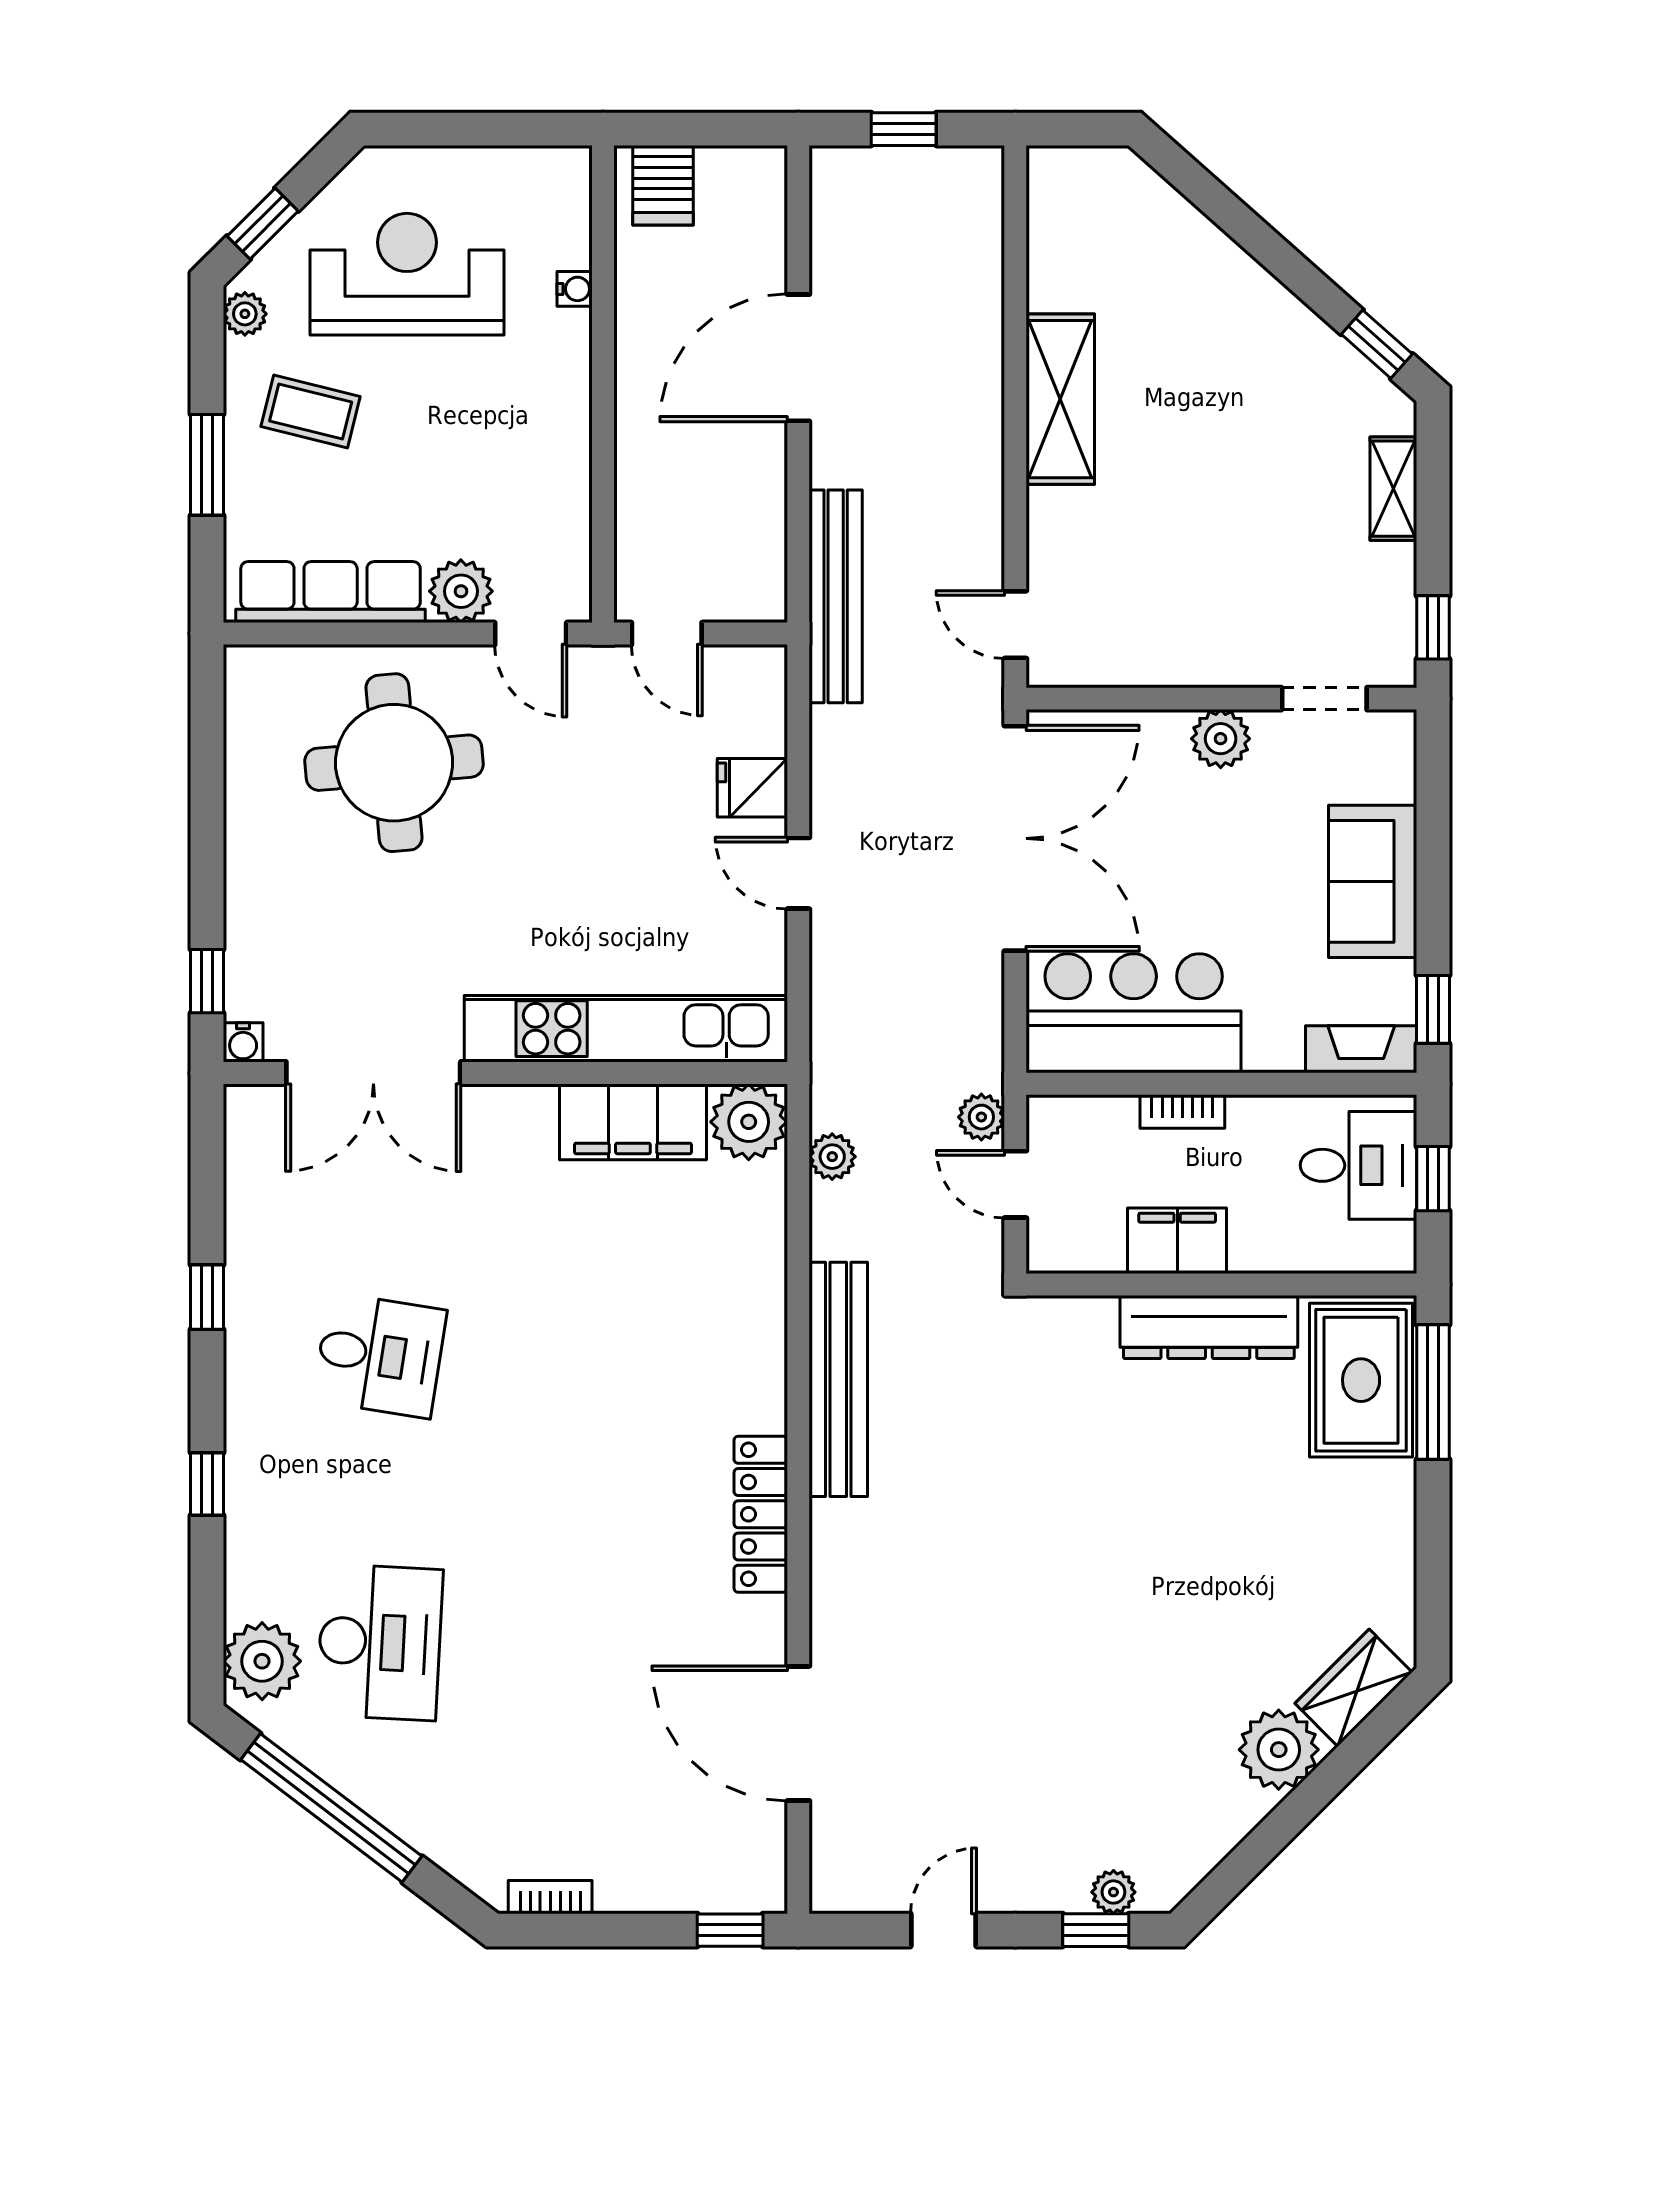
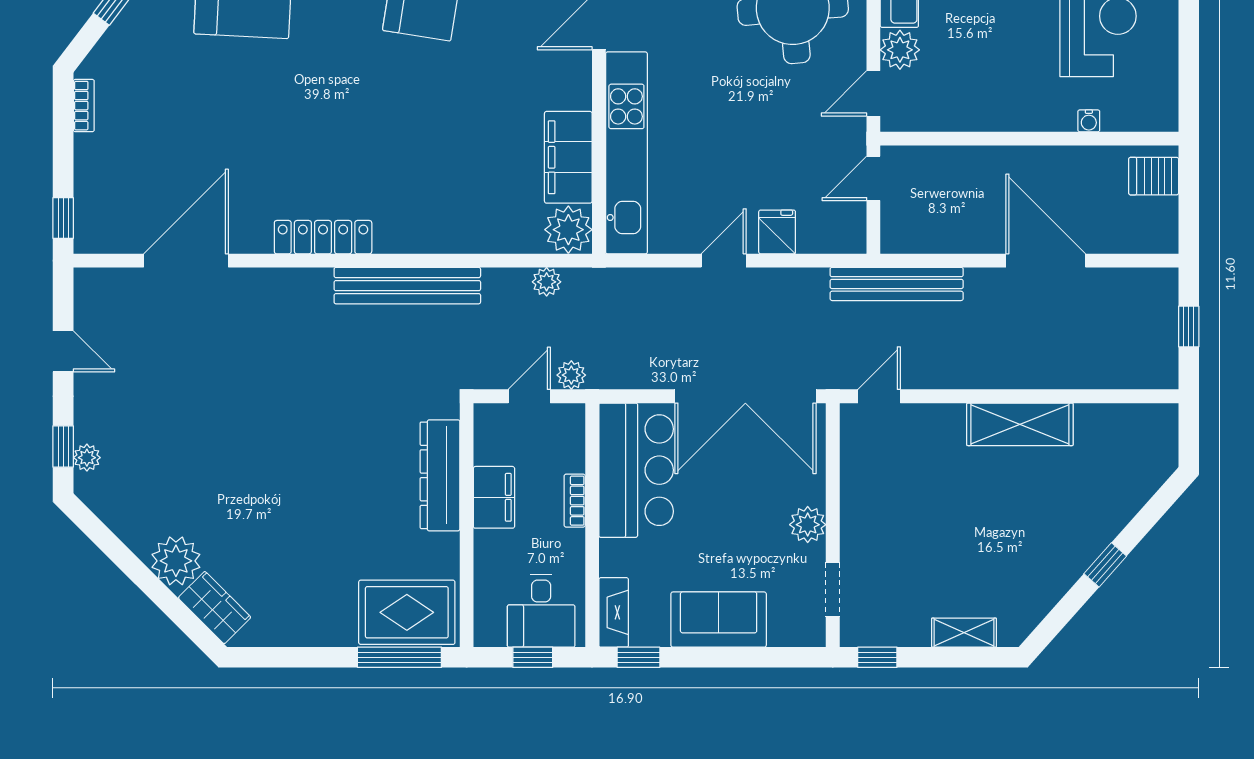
window: (1377, 344) -> (1105, 565), moved
dresser: (1209, 1327) -> (440, 475), moved

